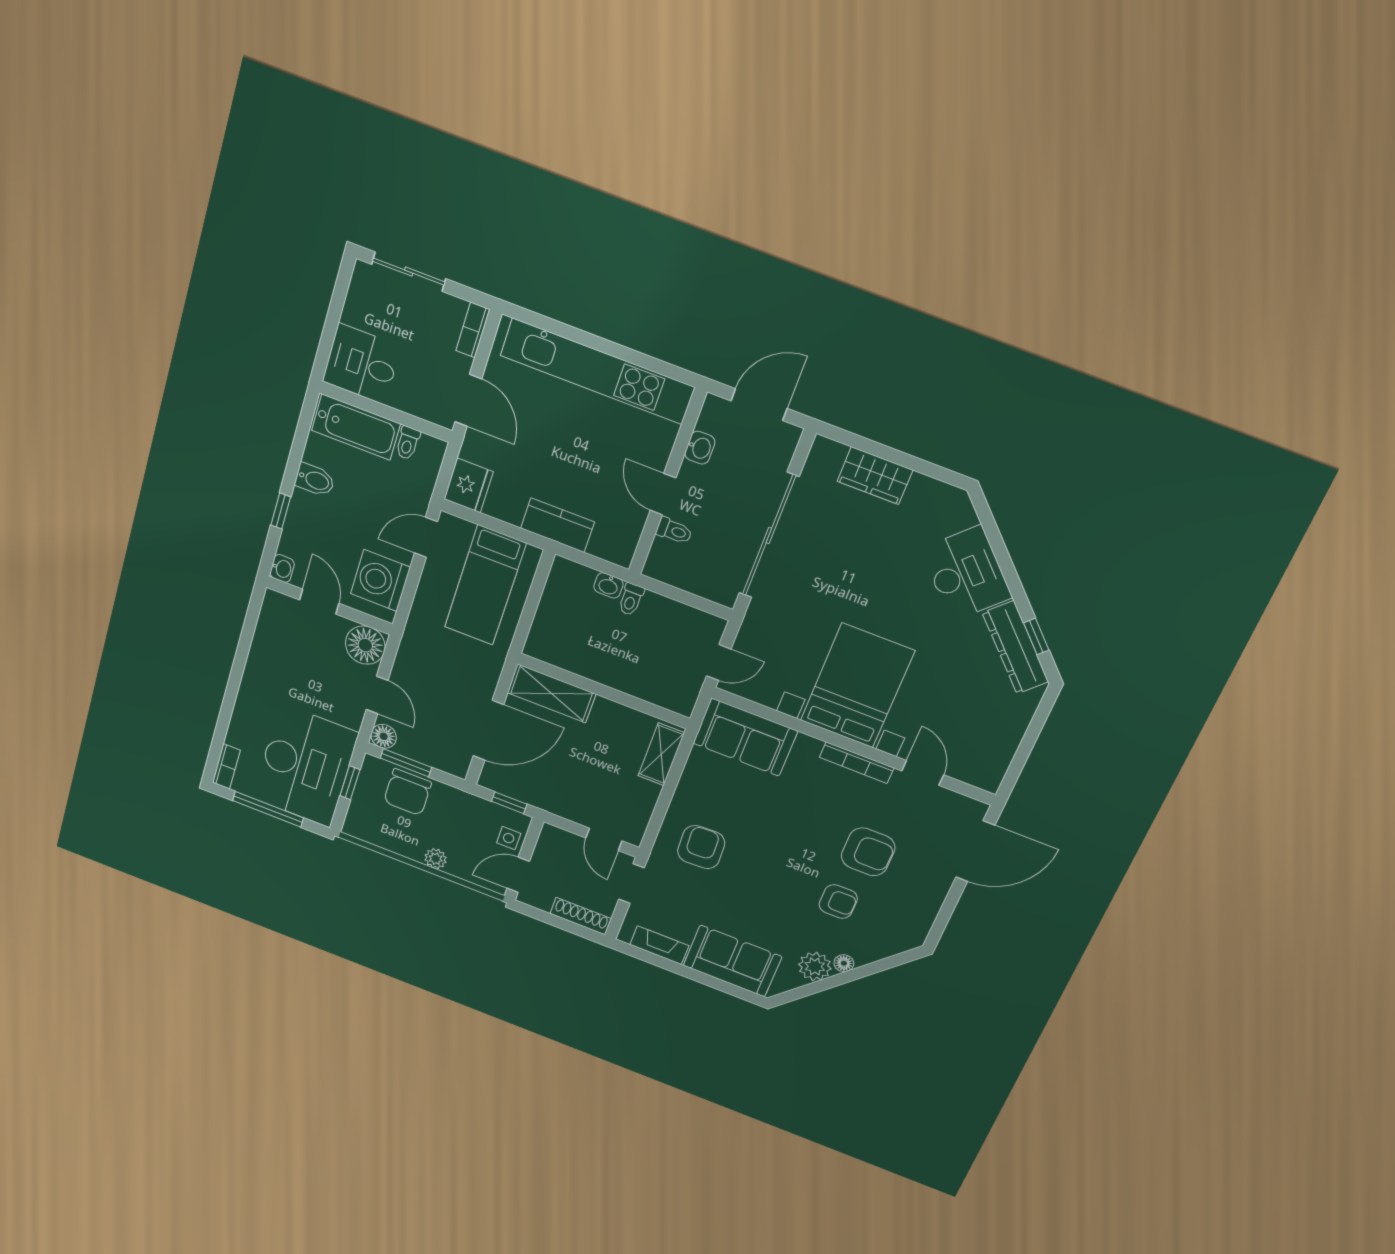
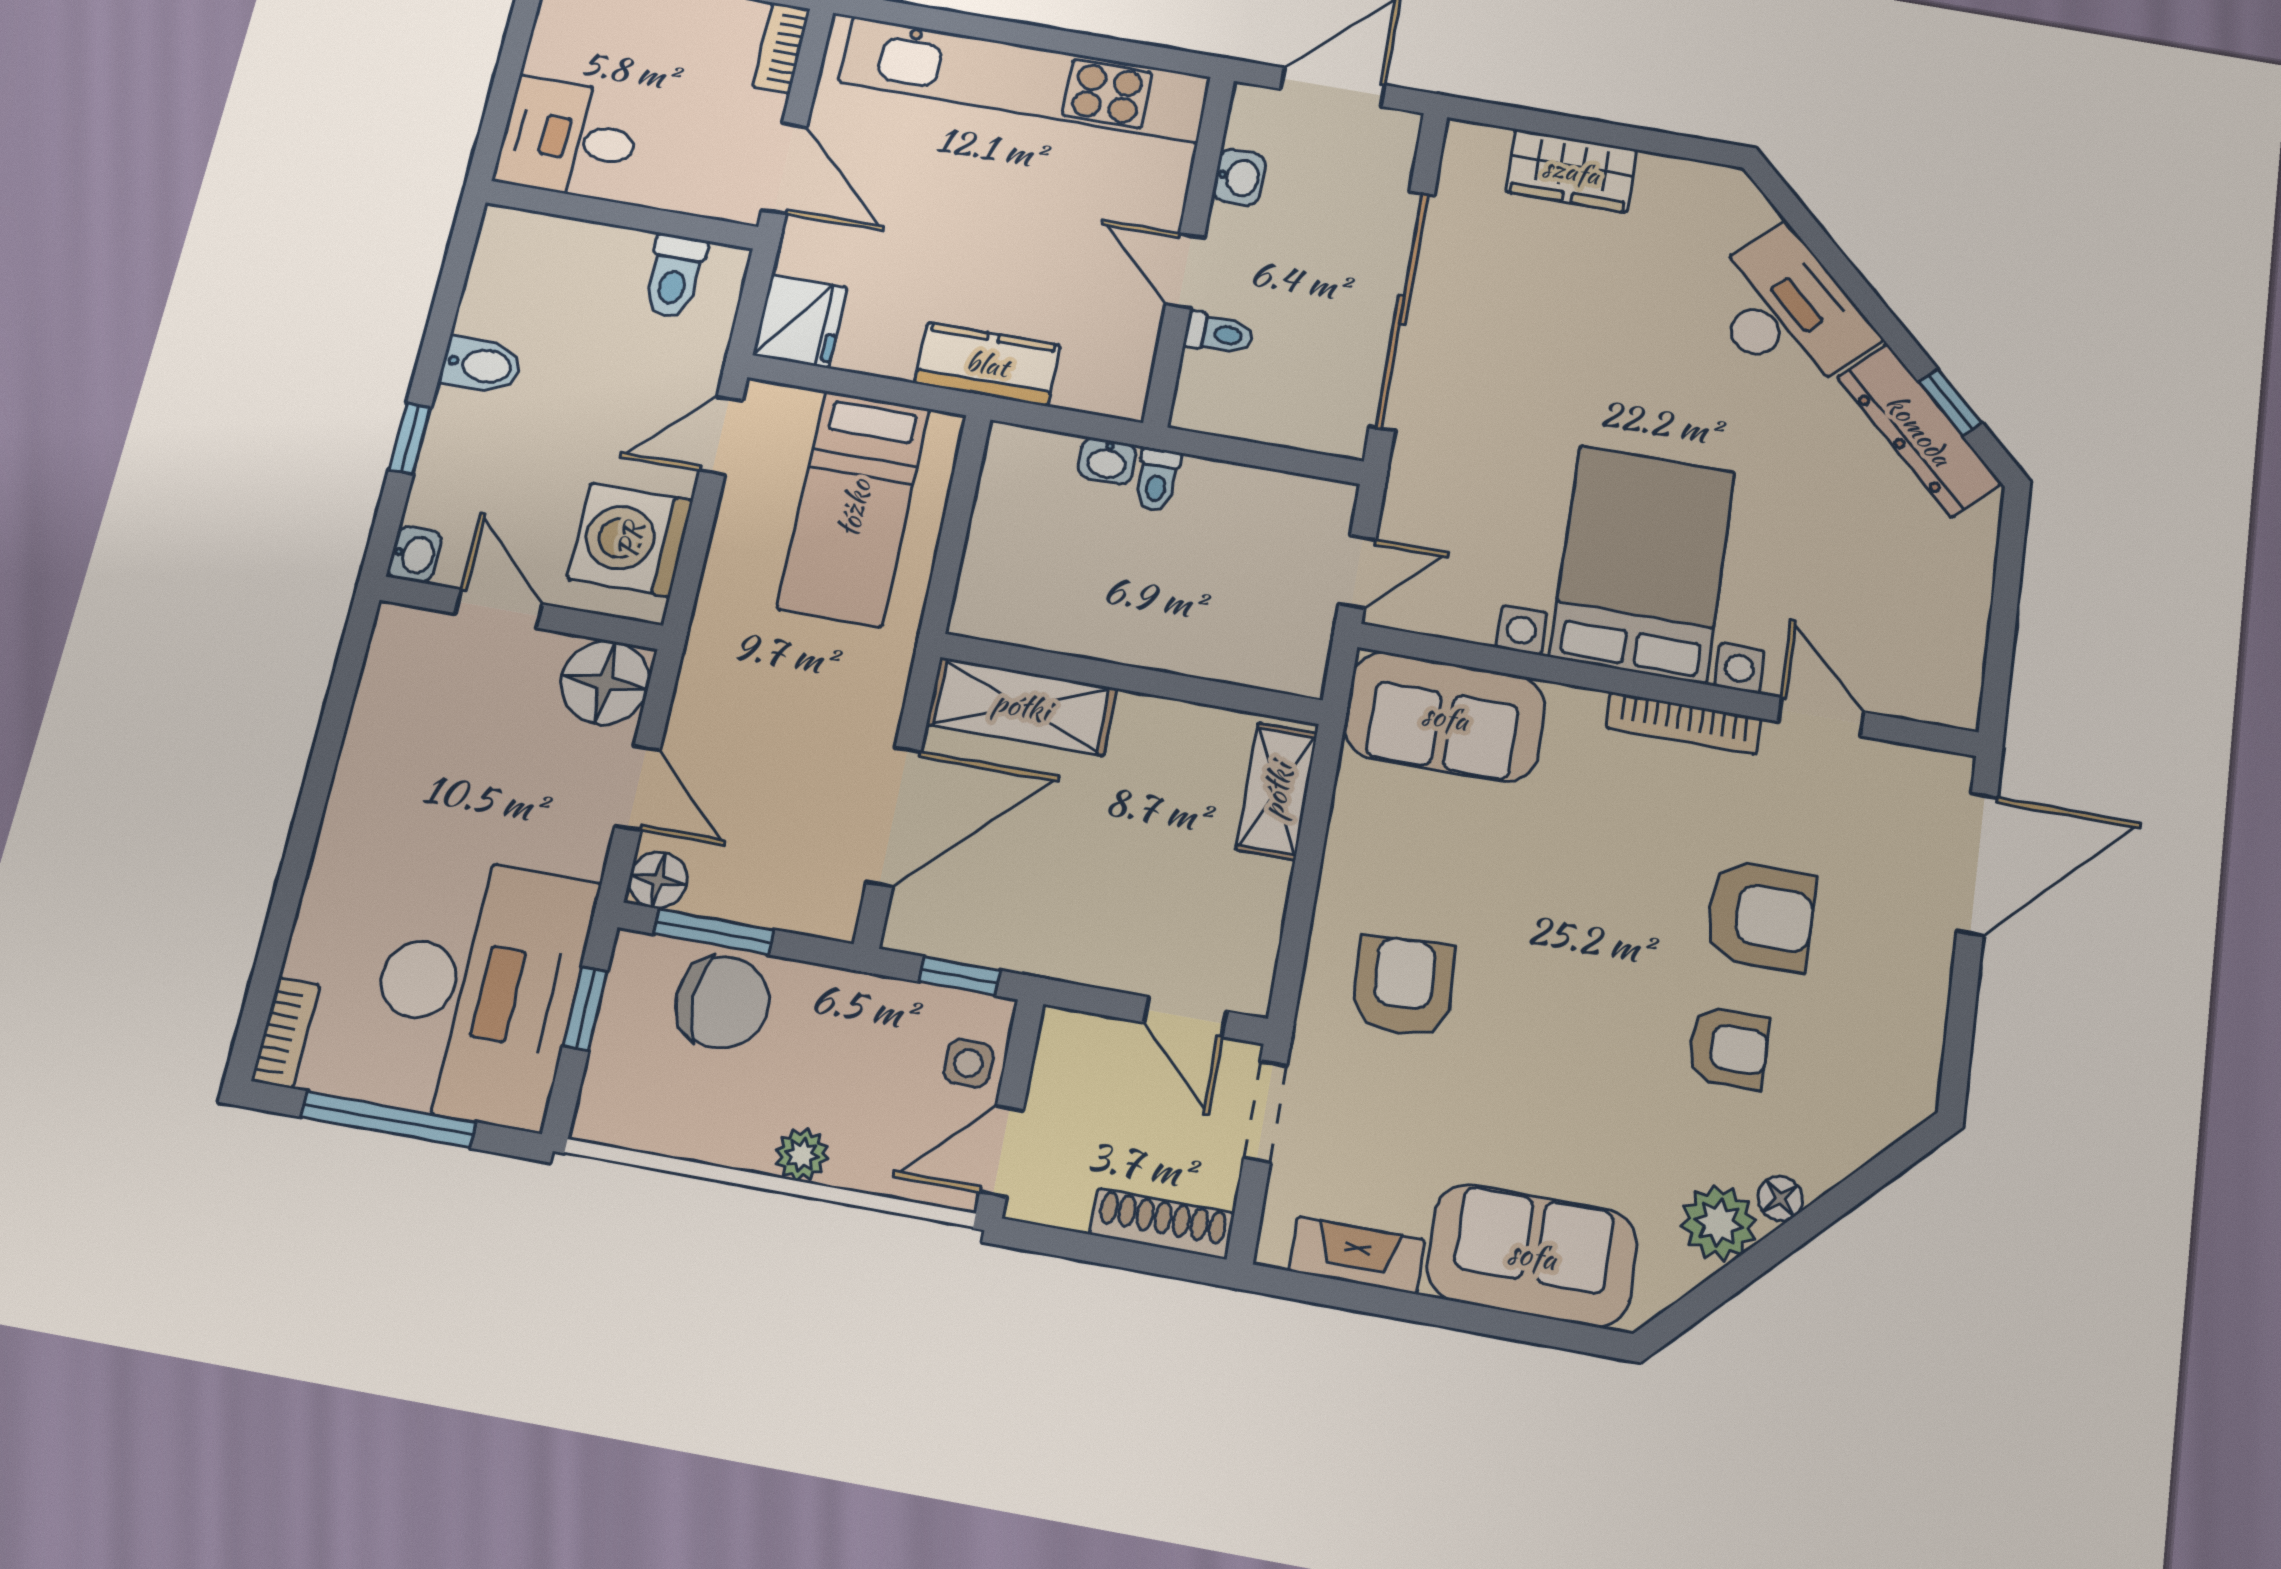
bathtub: (356, 427) -> (563, 252), removed
toilet: (408, 443) -> (674, 276), width x1.37, depth x1.39
chair: (408, 792) -> (722, 1002), turned -90

